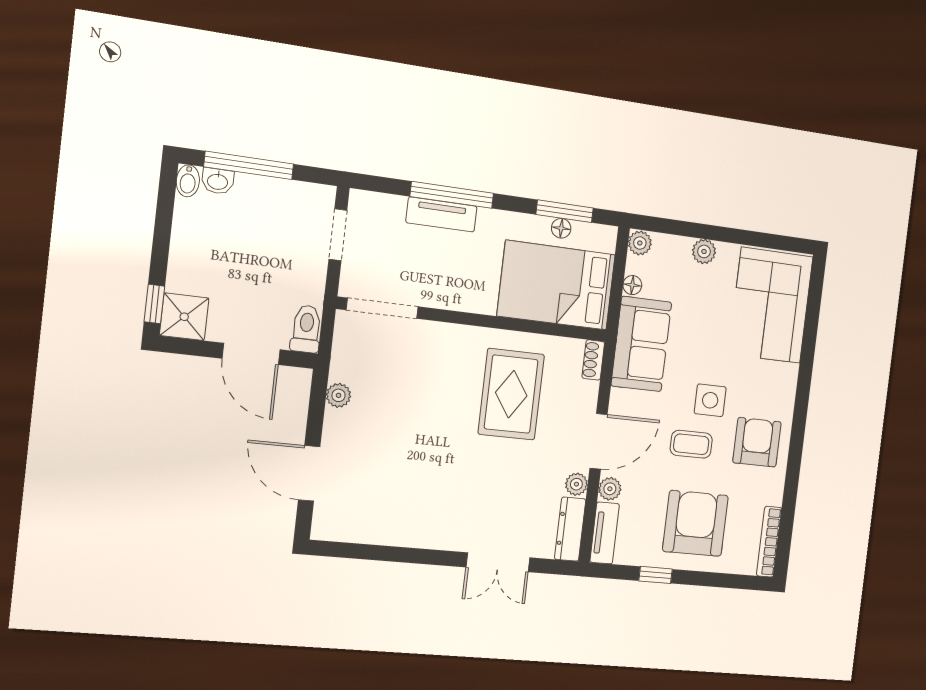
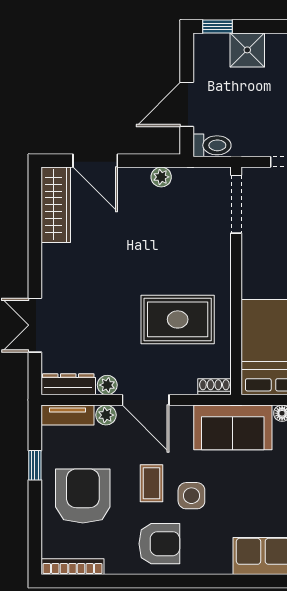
shower: (184, 317) -> (247, 50), moved
door: (309, 473) -> (95, 161), swing flipped
armchair: (695, 523) -> (83, 496), turned -90
wardrobe: (358, 526) -> (56, 205), added

